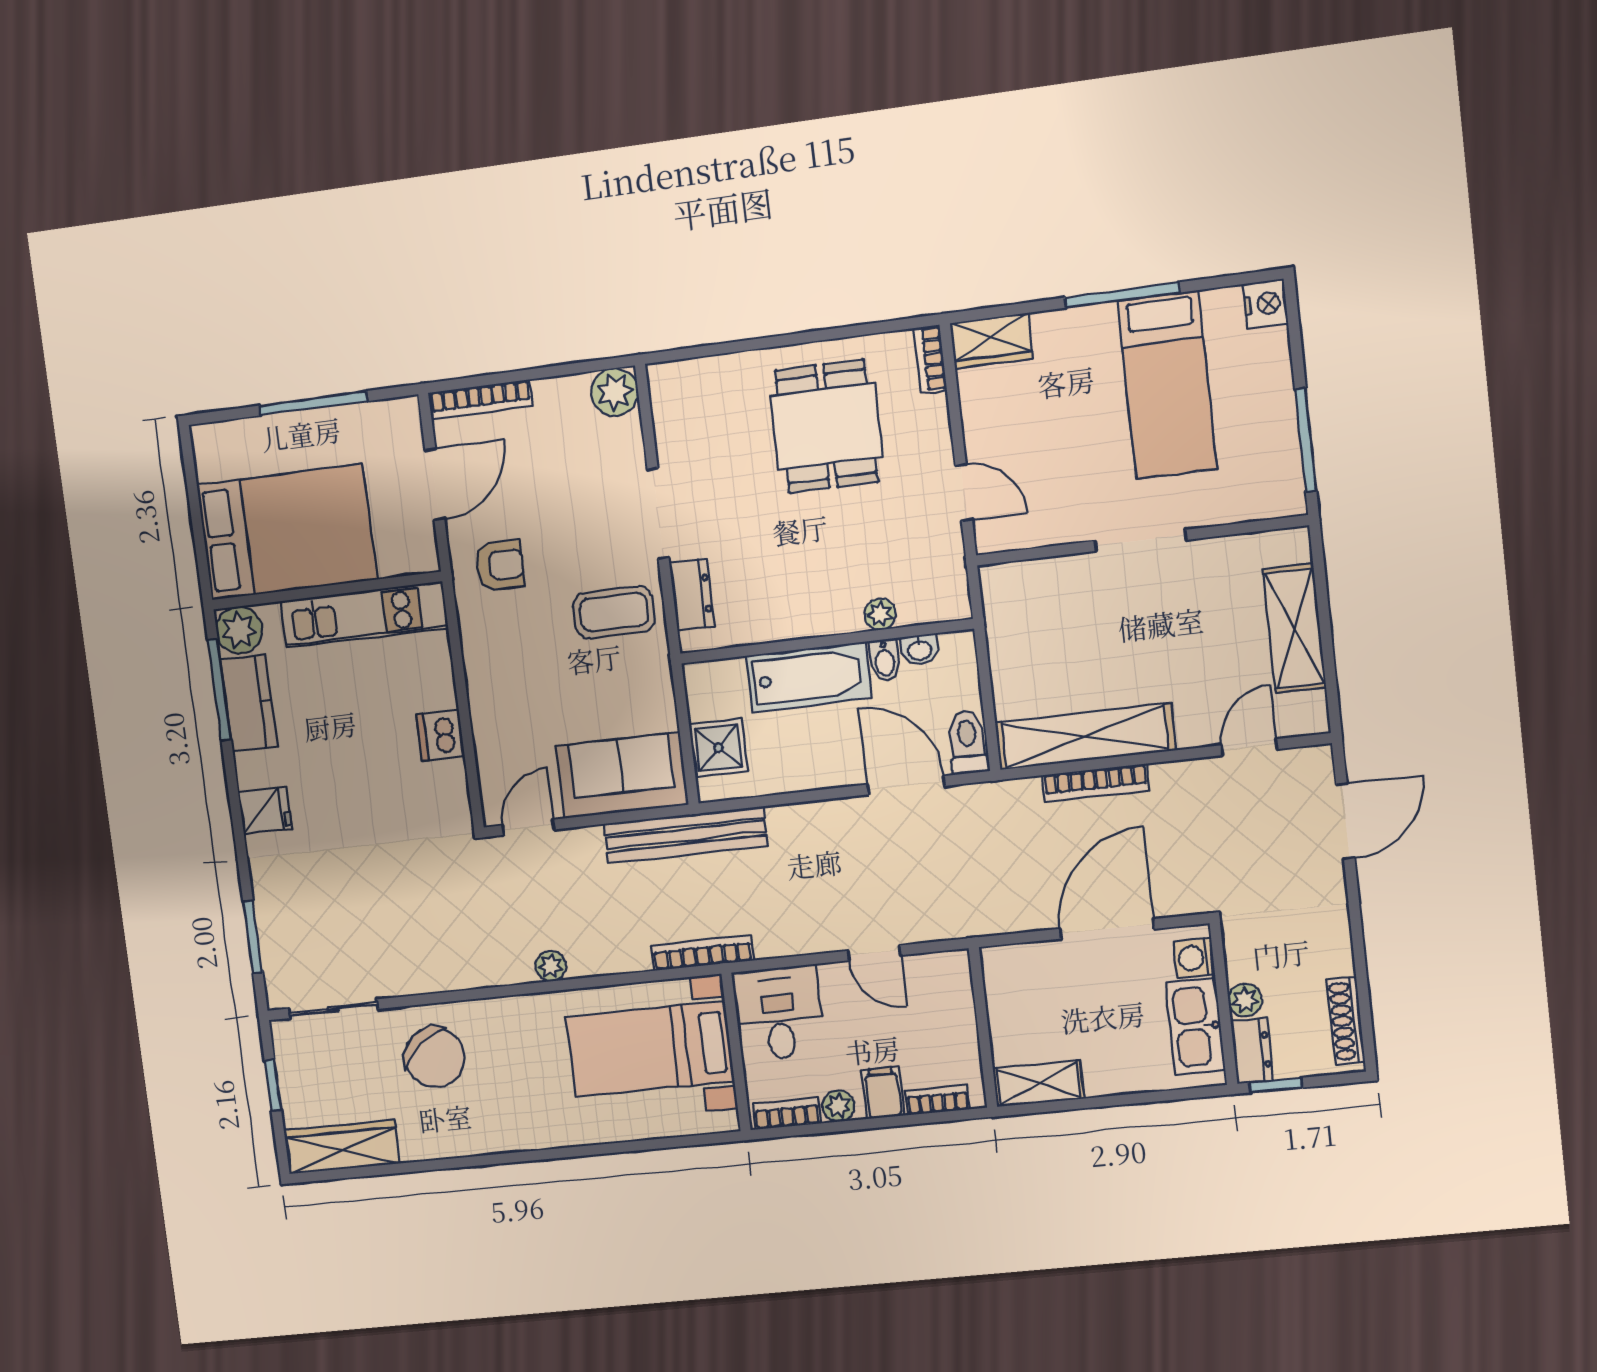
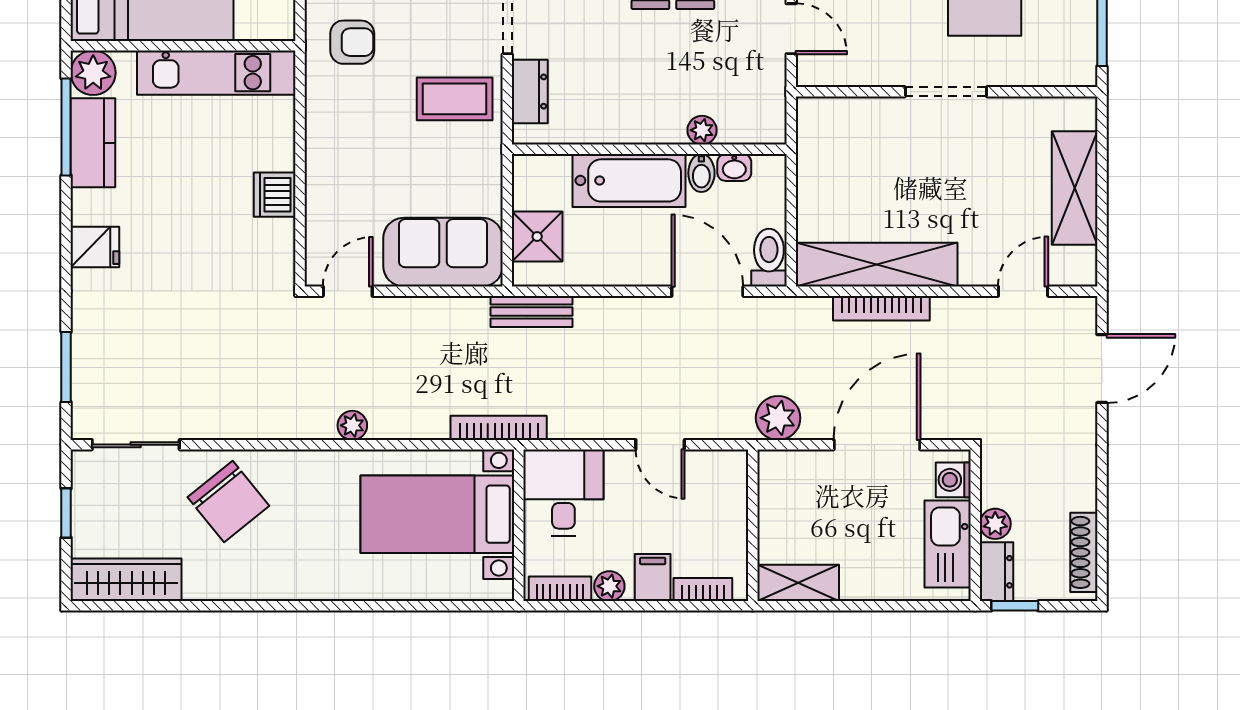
bench: (686, 835) -> (531, 311), width x0.54, depth x0.82
plant: (997, 912) -> (778, 418), added

